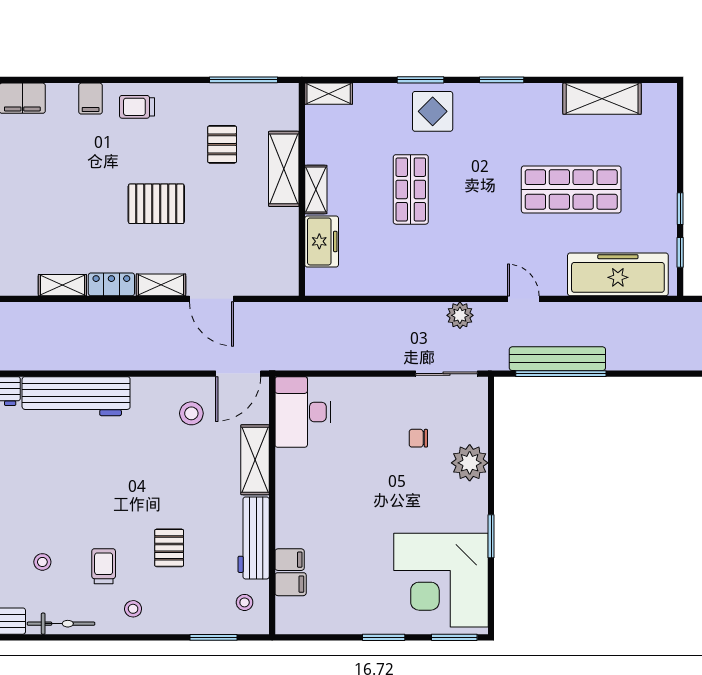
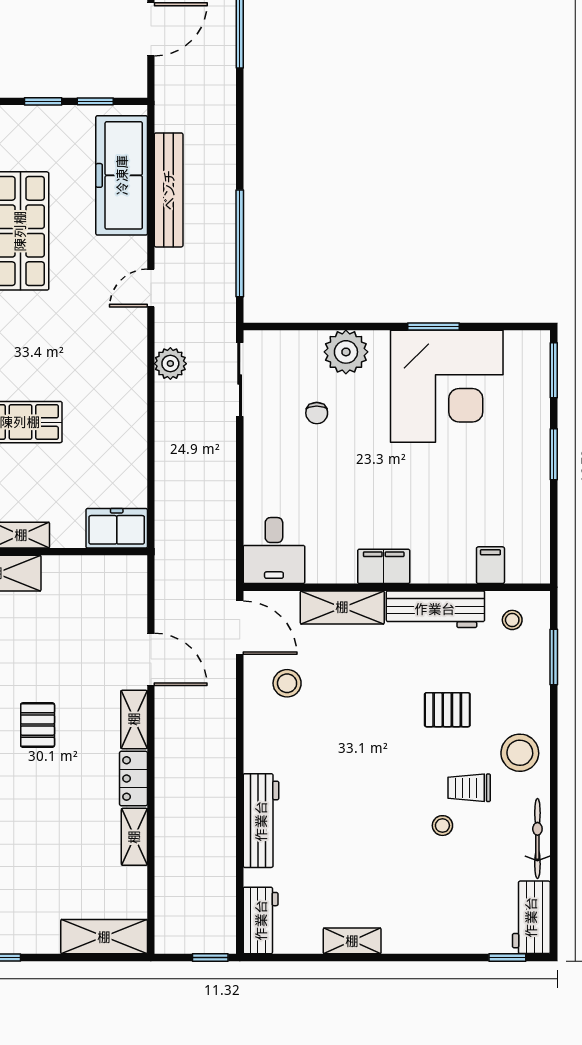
pallet: (156, 204) -> (38, 725), width x0.67, depth x0.71
freezer: (322, 241) -> (117, 528), moved
door: (211, 299) -> (151, 659), hinge flipped
bench: (557, 359) -> (169, 190), moved
workbench: (76, 396) -> (261, 821), width x0.73, depth x0.76
desk: (303, 412) -> (274, 551), width x0.73
filing cabinet: (290, 560) -> (384, 566), moved, width x2.00
stool: (42, 562) -> (442, 826), moved
corner desk: (441, 580) -> (447, 386), moved
stool: (133, 609) -> (520, 753), width x1.89, depth x1.89

